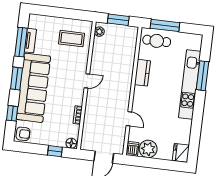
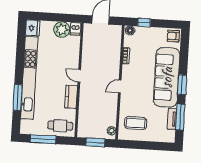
window: (165, 25) -> (43, 139), moved
kitchen unit: (190, 84) -> (29, 78), width x1.36
window: (12, 113) -> (184, 54), removed
door: (129, 119) -> (79, 76), moved

